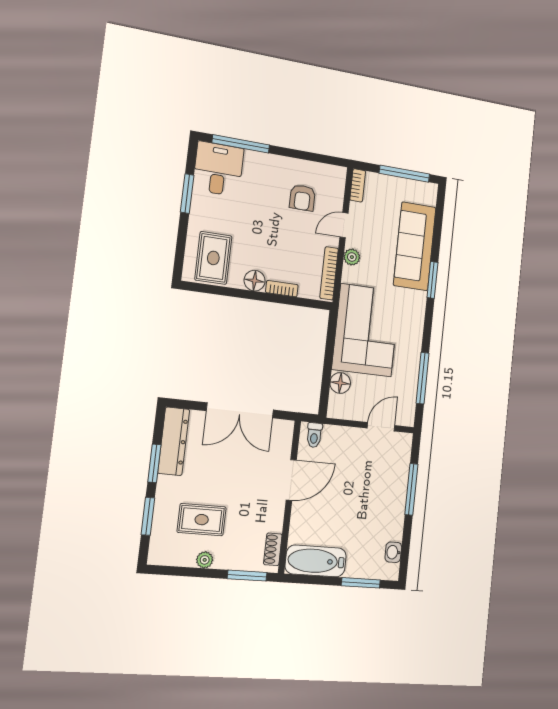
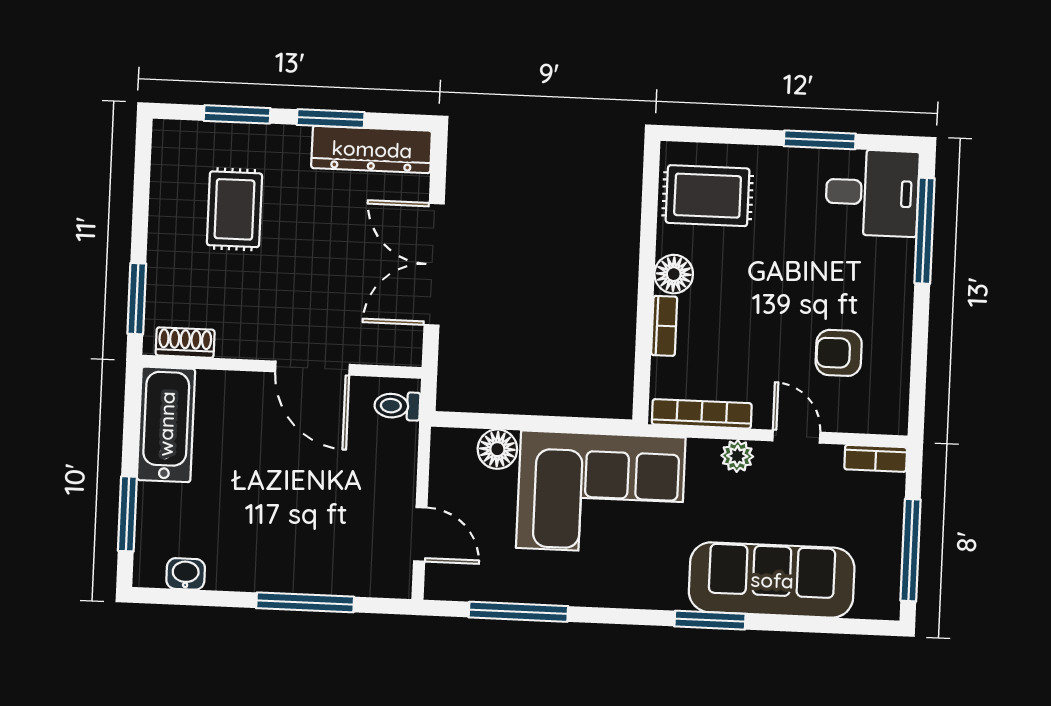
plant: (205, 560) -> (163, 220), removed

